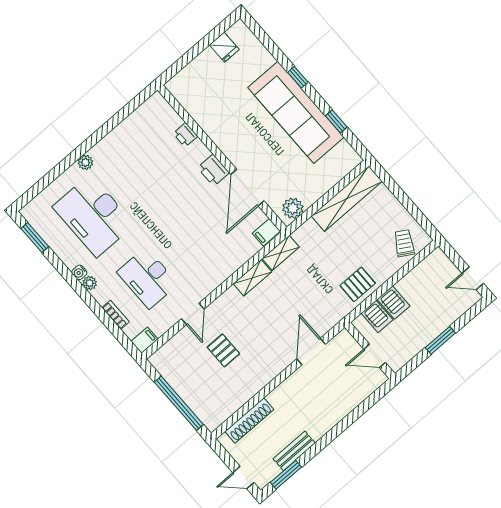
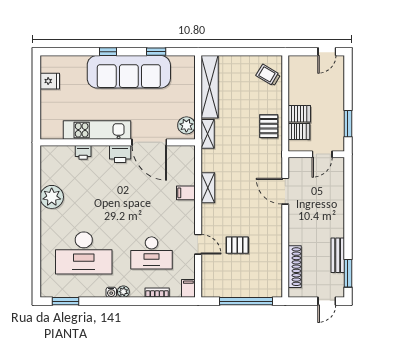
kitchen unit: (217, 130) -> (97, 130), added
plant: (85, 162) -> (52, 197), moved, width x1.87, depth x1.87
filing cabinet: (266, 232) -> (186, 193), moved, turned 90
shelving: (281, 253) -> (208, 134), moved
window: (440, 340) -> (348, 124), moved

